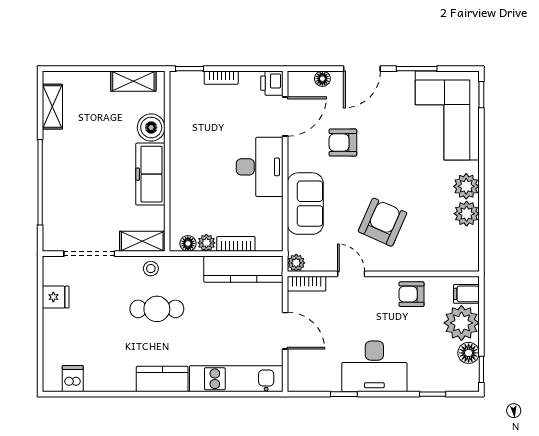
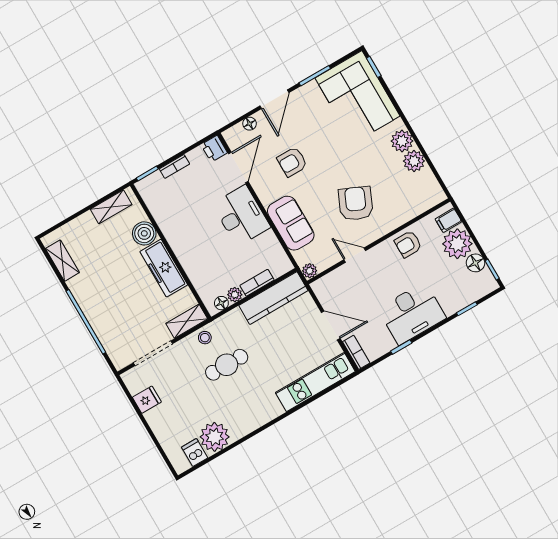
bookcase: (306, 284) -> (356, 352), moved, turned -90
plant: (102, 375) -> (215, 437), added
kitchen counter: (162, 379) -> (261, 414), removed

